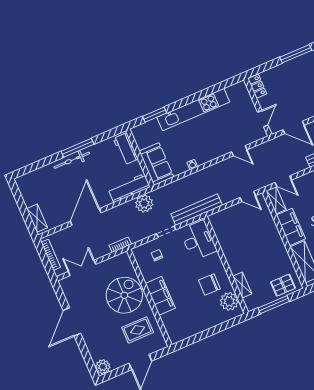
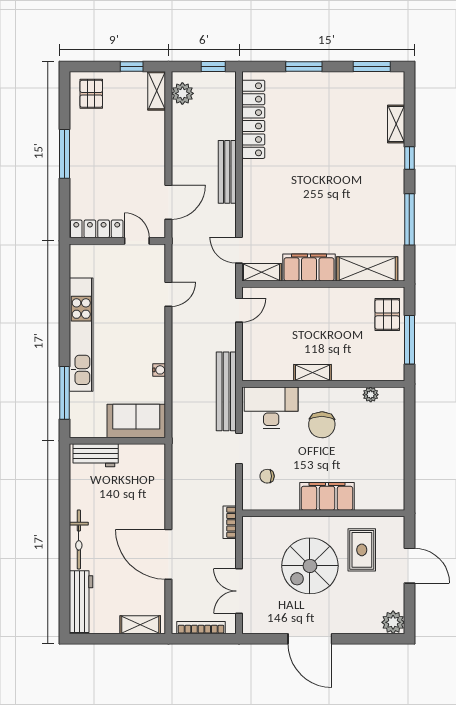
locker: (257, 86) -> (97, 229), width x1.53
window: (155, 115) -> (65, 393), width x1.44
window: (77, 148) -> (65, 524), removed
door: (283, 181) -> (239, 250), swing flipped
workbench: (129, 188) -> (81, 602), moved, turned 180
plant: (144, 204) -> (185, 463), removed
chair: (209, 284) -> (322, 425), moved
shelving: (242, 285) -> (313, 373), moved
spiral stairs: (124, 295) -> (310, 566), moved, turned -90
plant: (229, 301) -> (371, 395), width x0.53, depth x0.53

